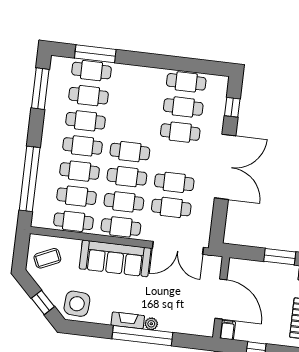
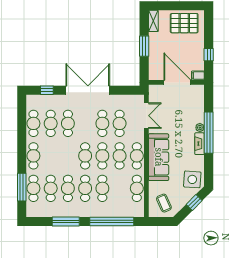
window: (40, 89) -> (66, 221), moved
cafe table: (77, 196) -> (33, 156), moved
double door: (178, 248) -> (146, 116), width x0.73
door: (221, 299) -> (177, 82), hinge flipped

